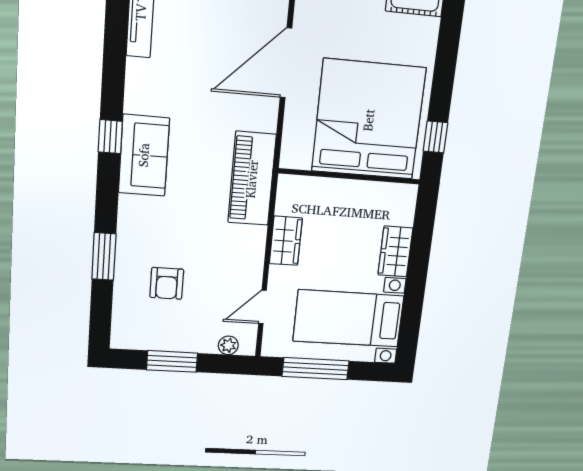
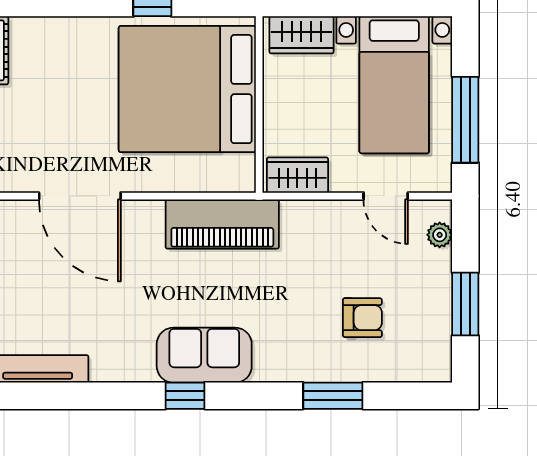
bed: (369, 120) -> (187, 89), moved
wall: (349, 176) -> (259, 105), moved

